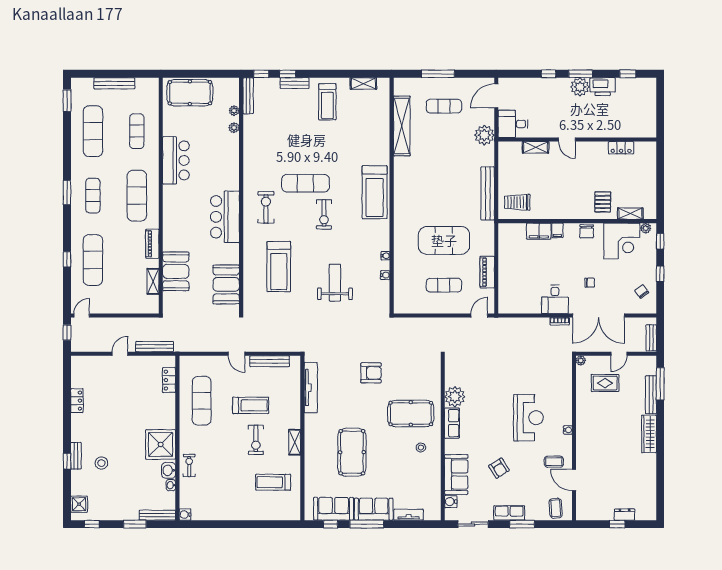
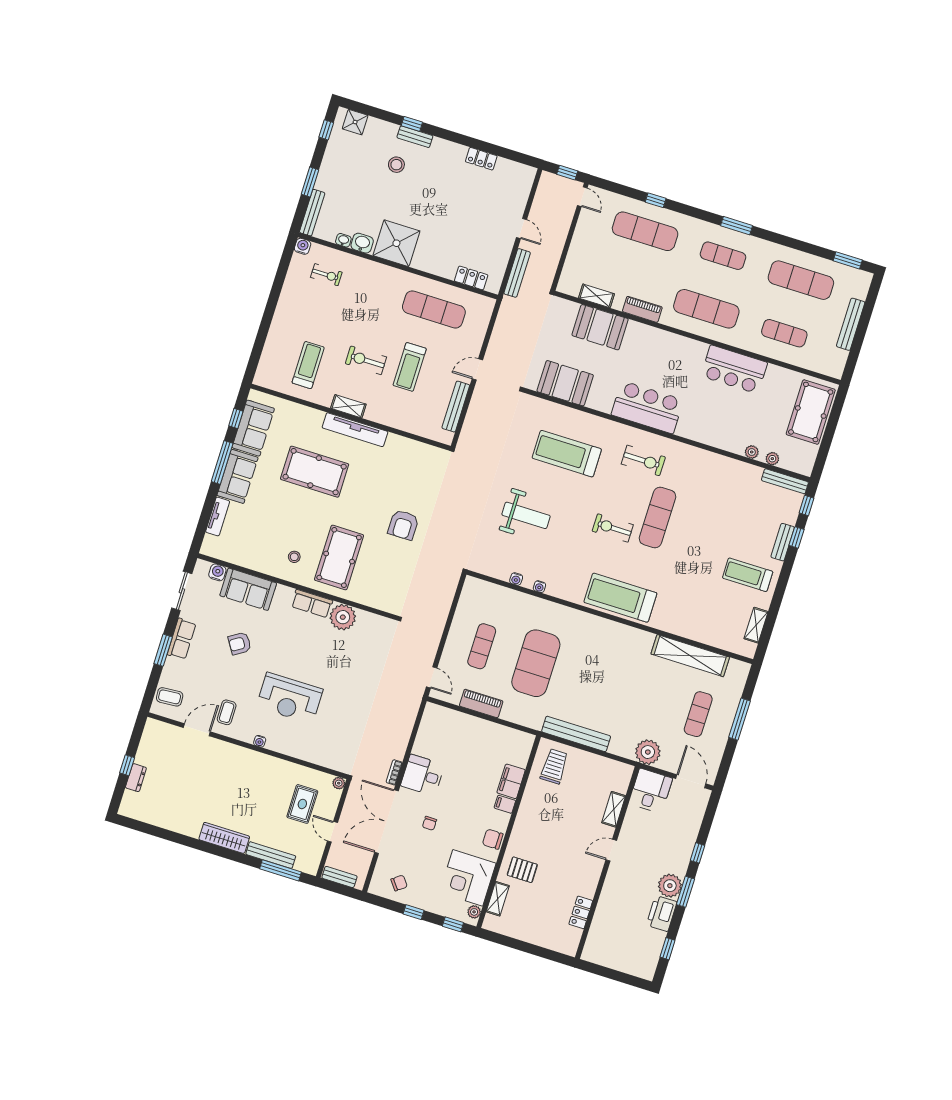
tv unit: (311, 388) -> (355, 430), moved
exercise bike: (189, 465) -> (326, 275), moved

